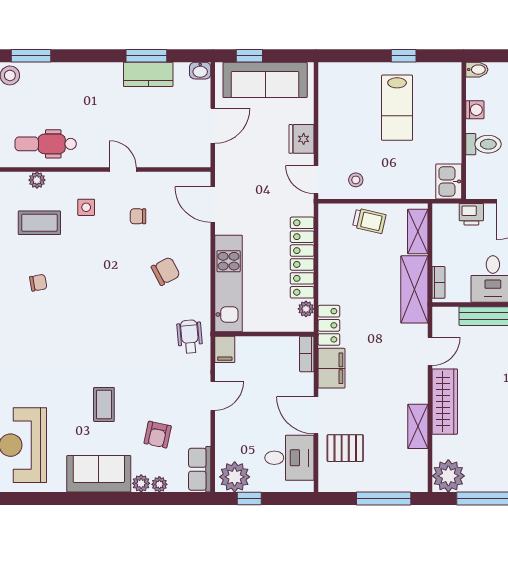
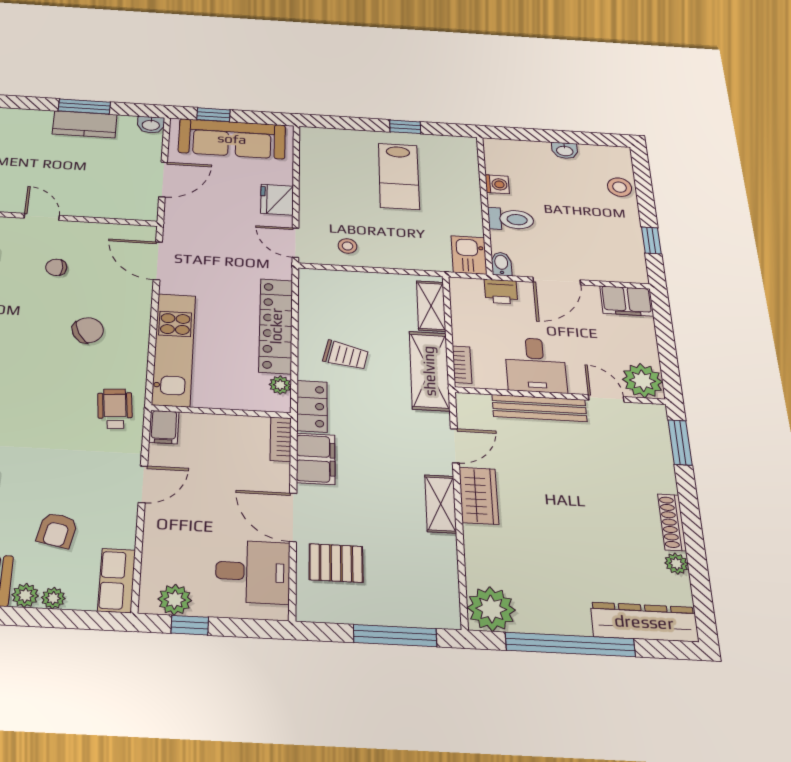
bidet: (477, 70) -> (501, 264), moved, turned -90
trolley: (369, 221) -> (346, 355), moved
wardrobe: (445, 402) -> (479, 496), width x0.67
shelving: (418, 426) -> (441, 504), moved
plant: (235, 477) -> (175, 600), width x0.73, depth x0.73

